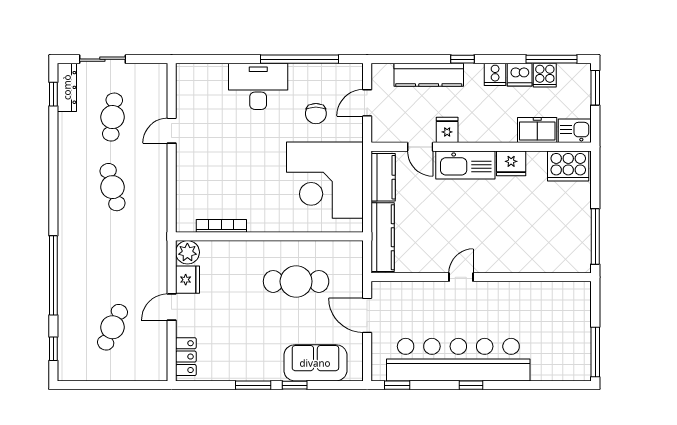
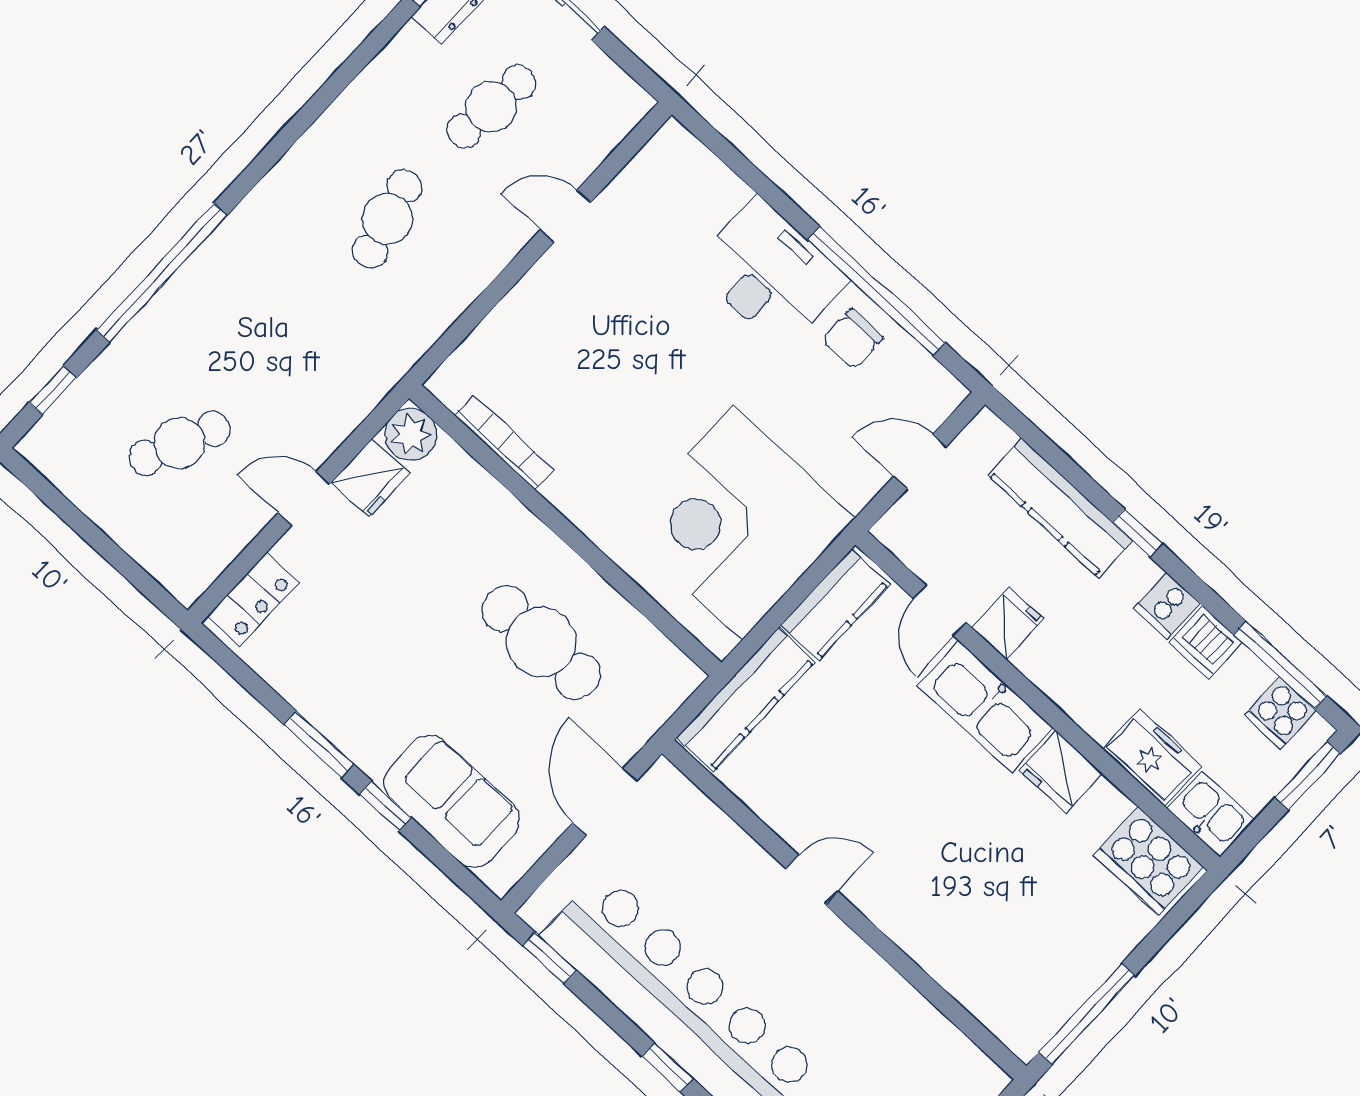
cooker: (545, 75) -> (1280, 713), moved
chair: (316, 114) -> (852, 339), moved

